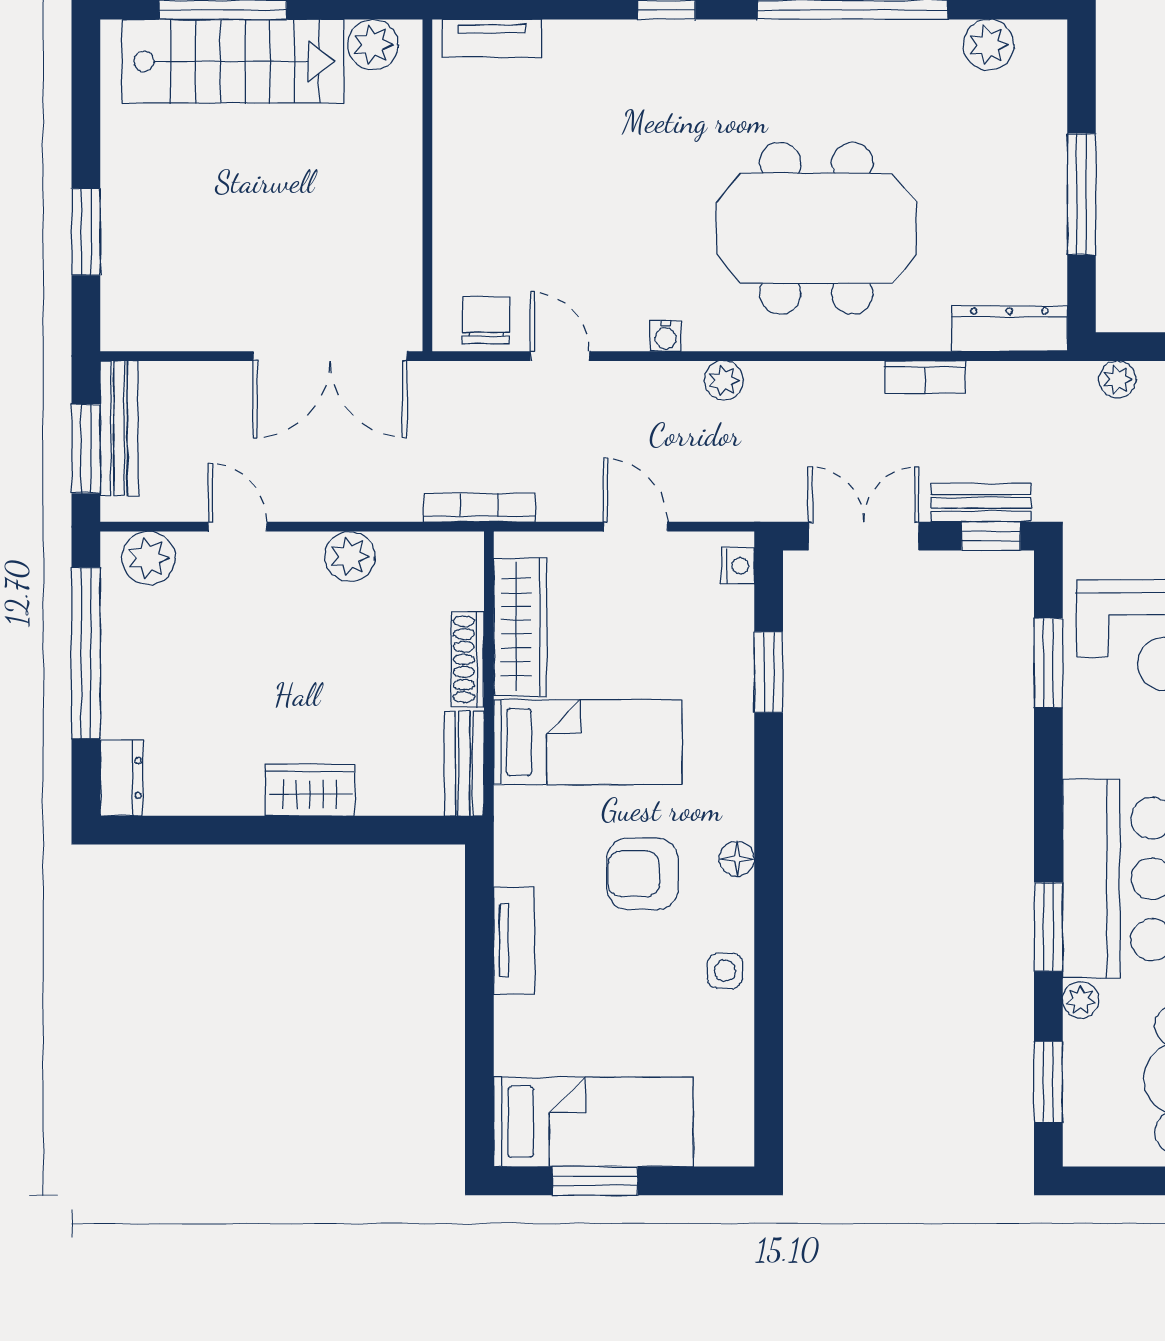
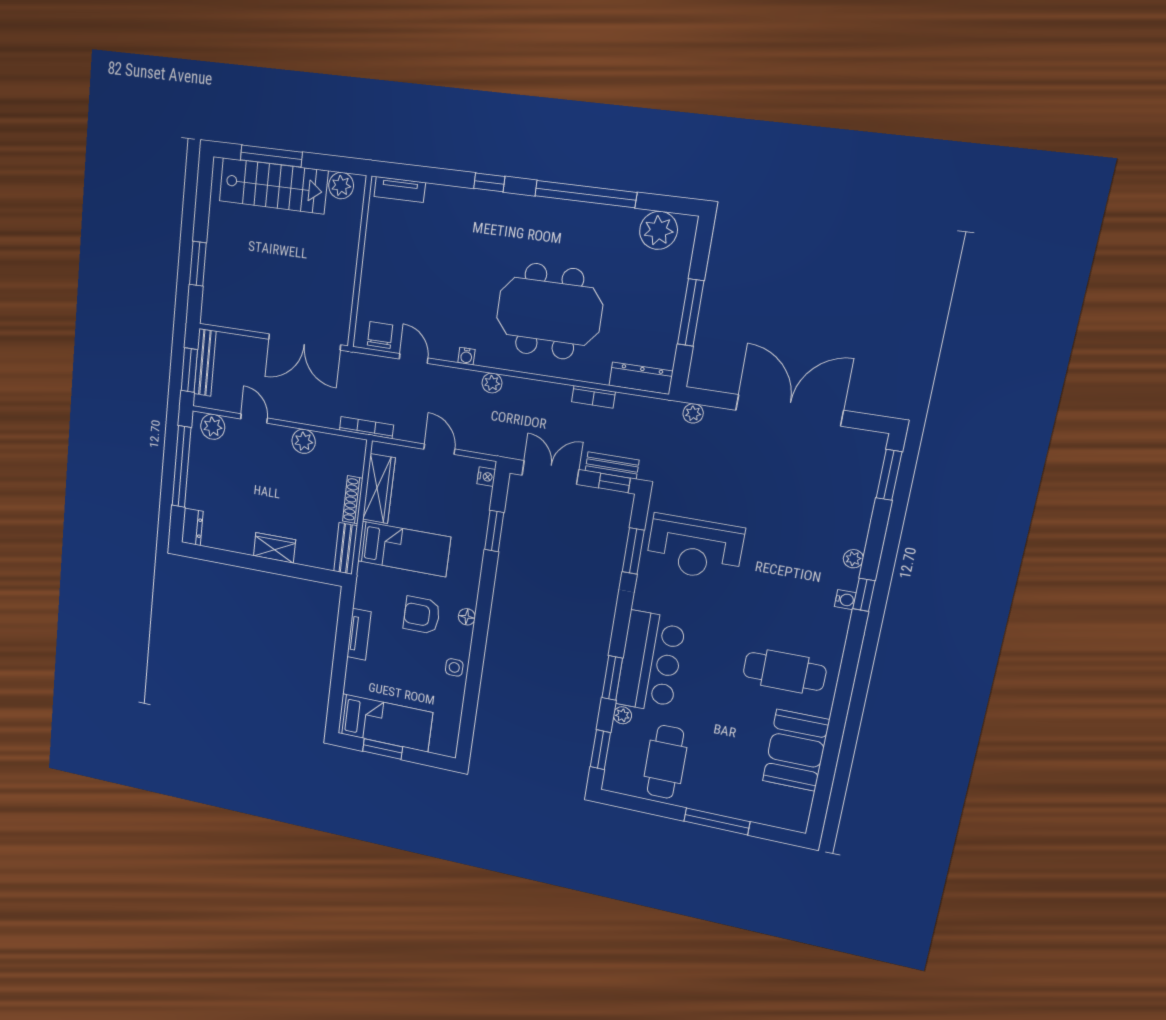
plant: (989, 45) -> (658, 230), width x1.36, depth x1.36

